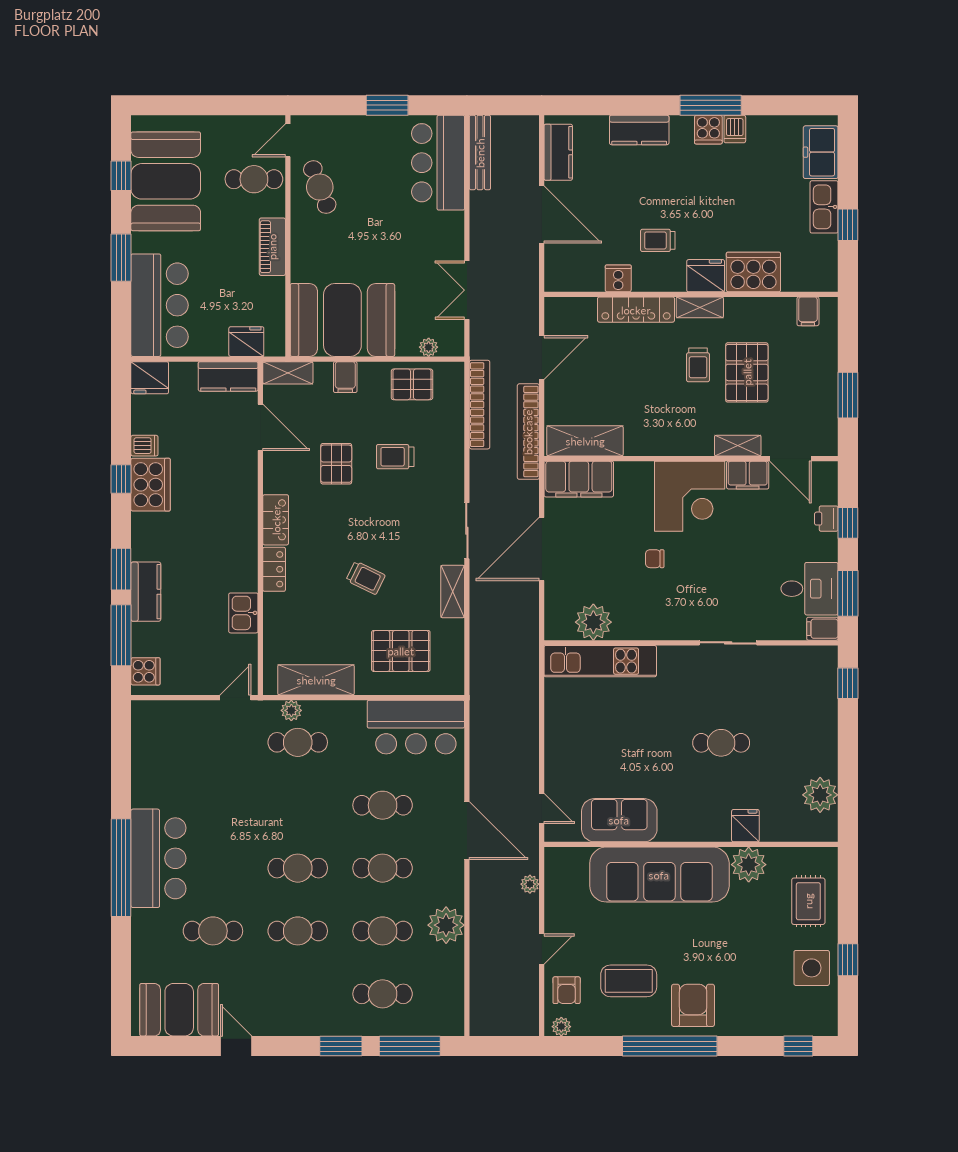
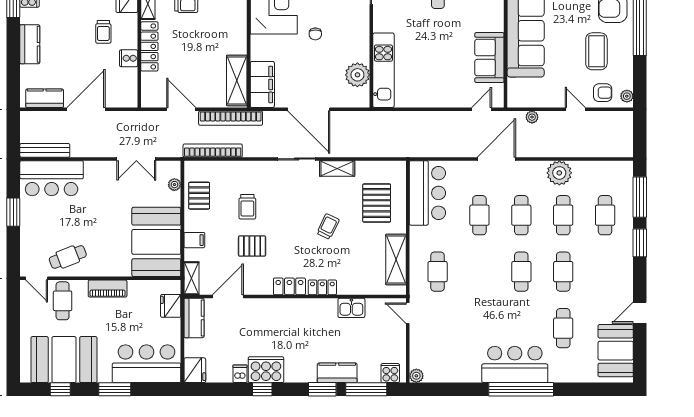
plant: (291, 710) -> (416, 376), moved

